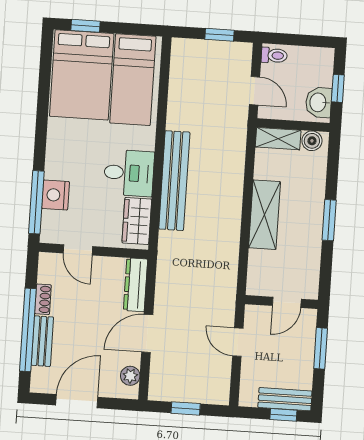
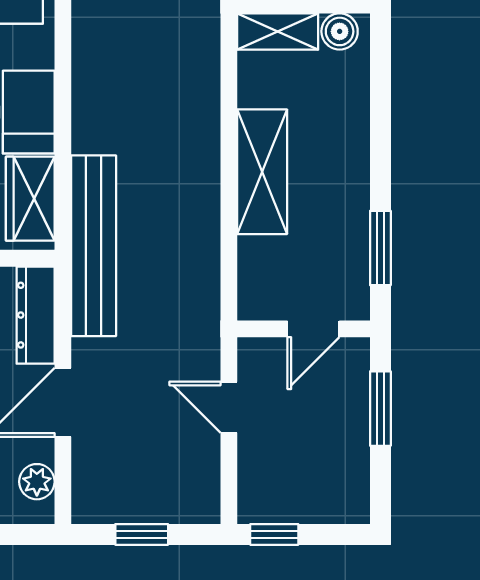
bench: (174, 181) -> (94, 246), moved
window: (329, 220) -> (380, 248), moved
bench: (285, 399) -> (322, 506), removed
window: (283, 415) -> (274, 534), moved

